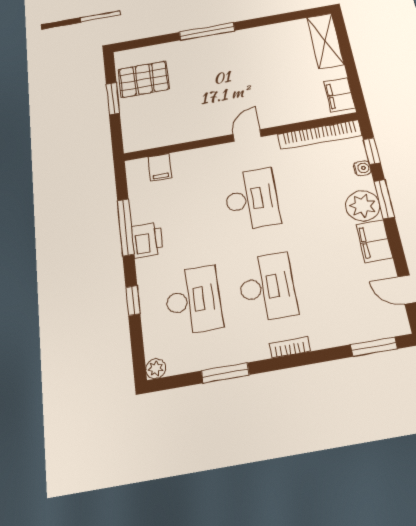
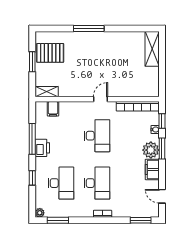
filing cabinet: (339, 95) -> (153, 85), removed
shelving: (144, 141) -> (47, 92), added
window: (225, 373) -> (58, 220), moved

